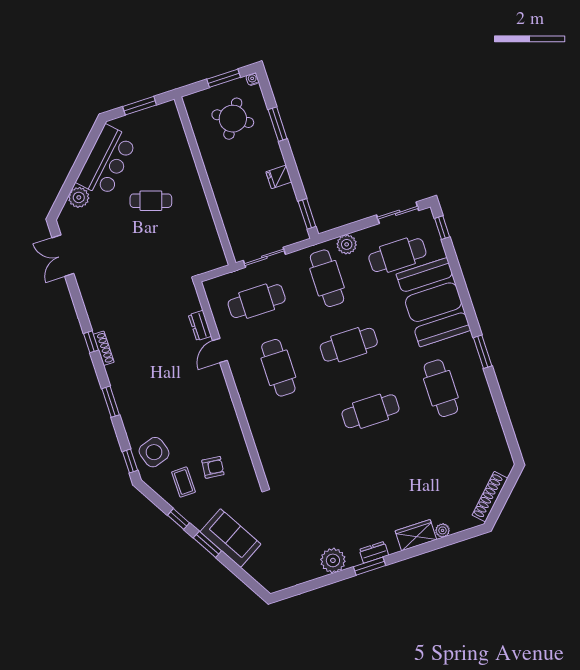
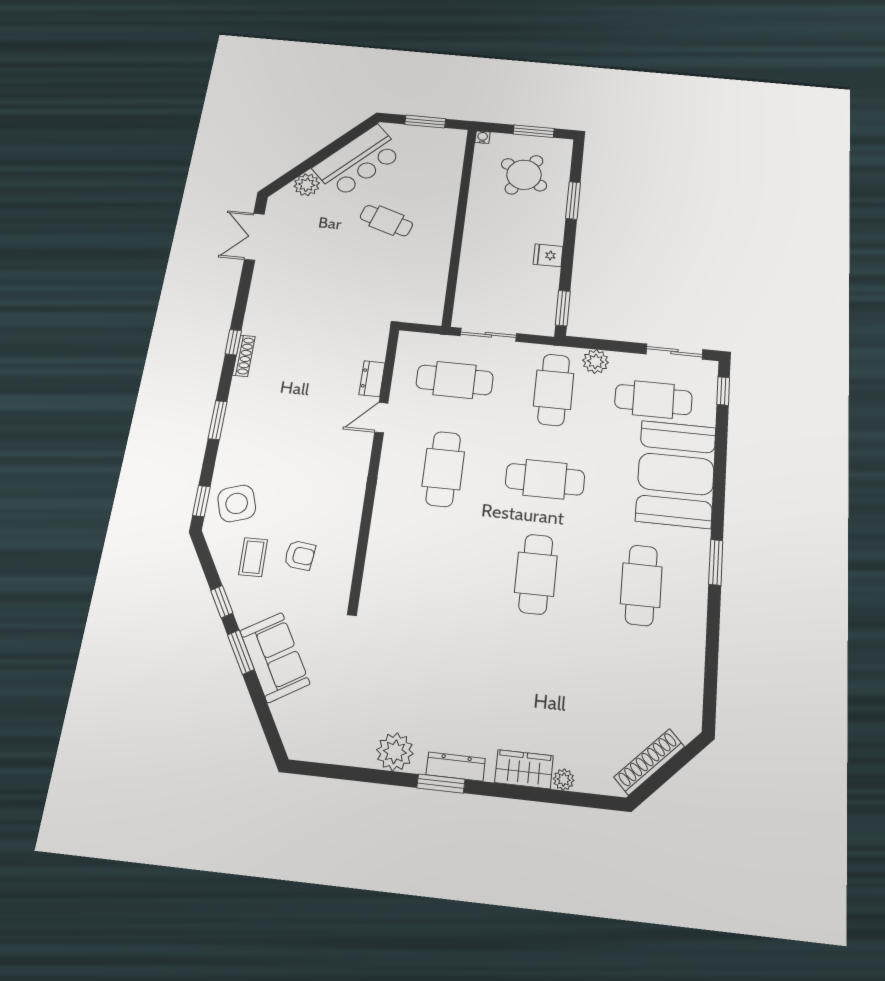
water cooler: (252, 79) -> (482, 137), moved
cafe table: (370, 411) -> (536, 574), turned 90
dresser: (374, 552) -> (456, 767), width x1.44

